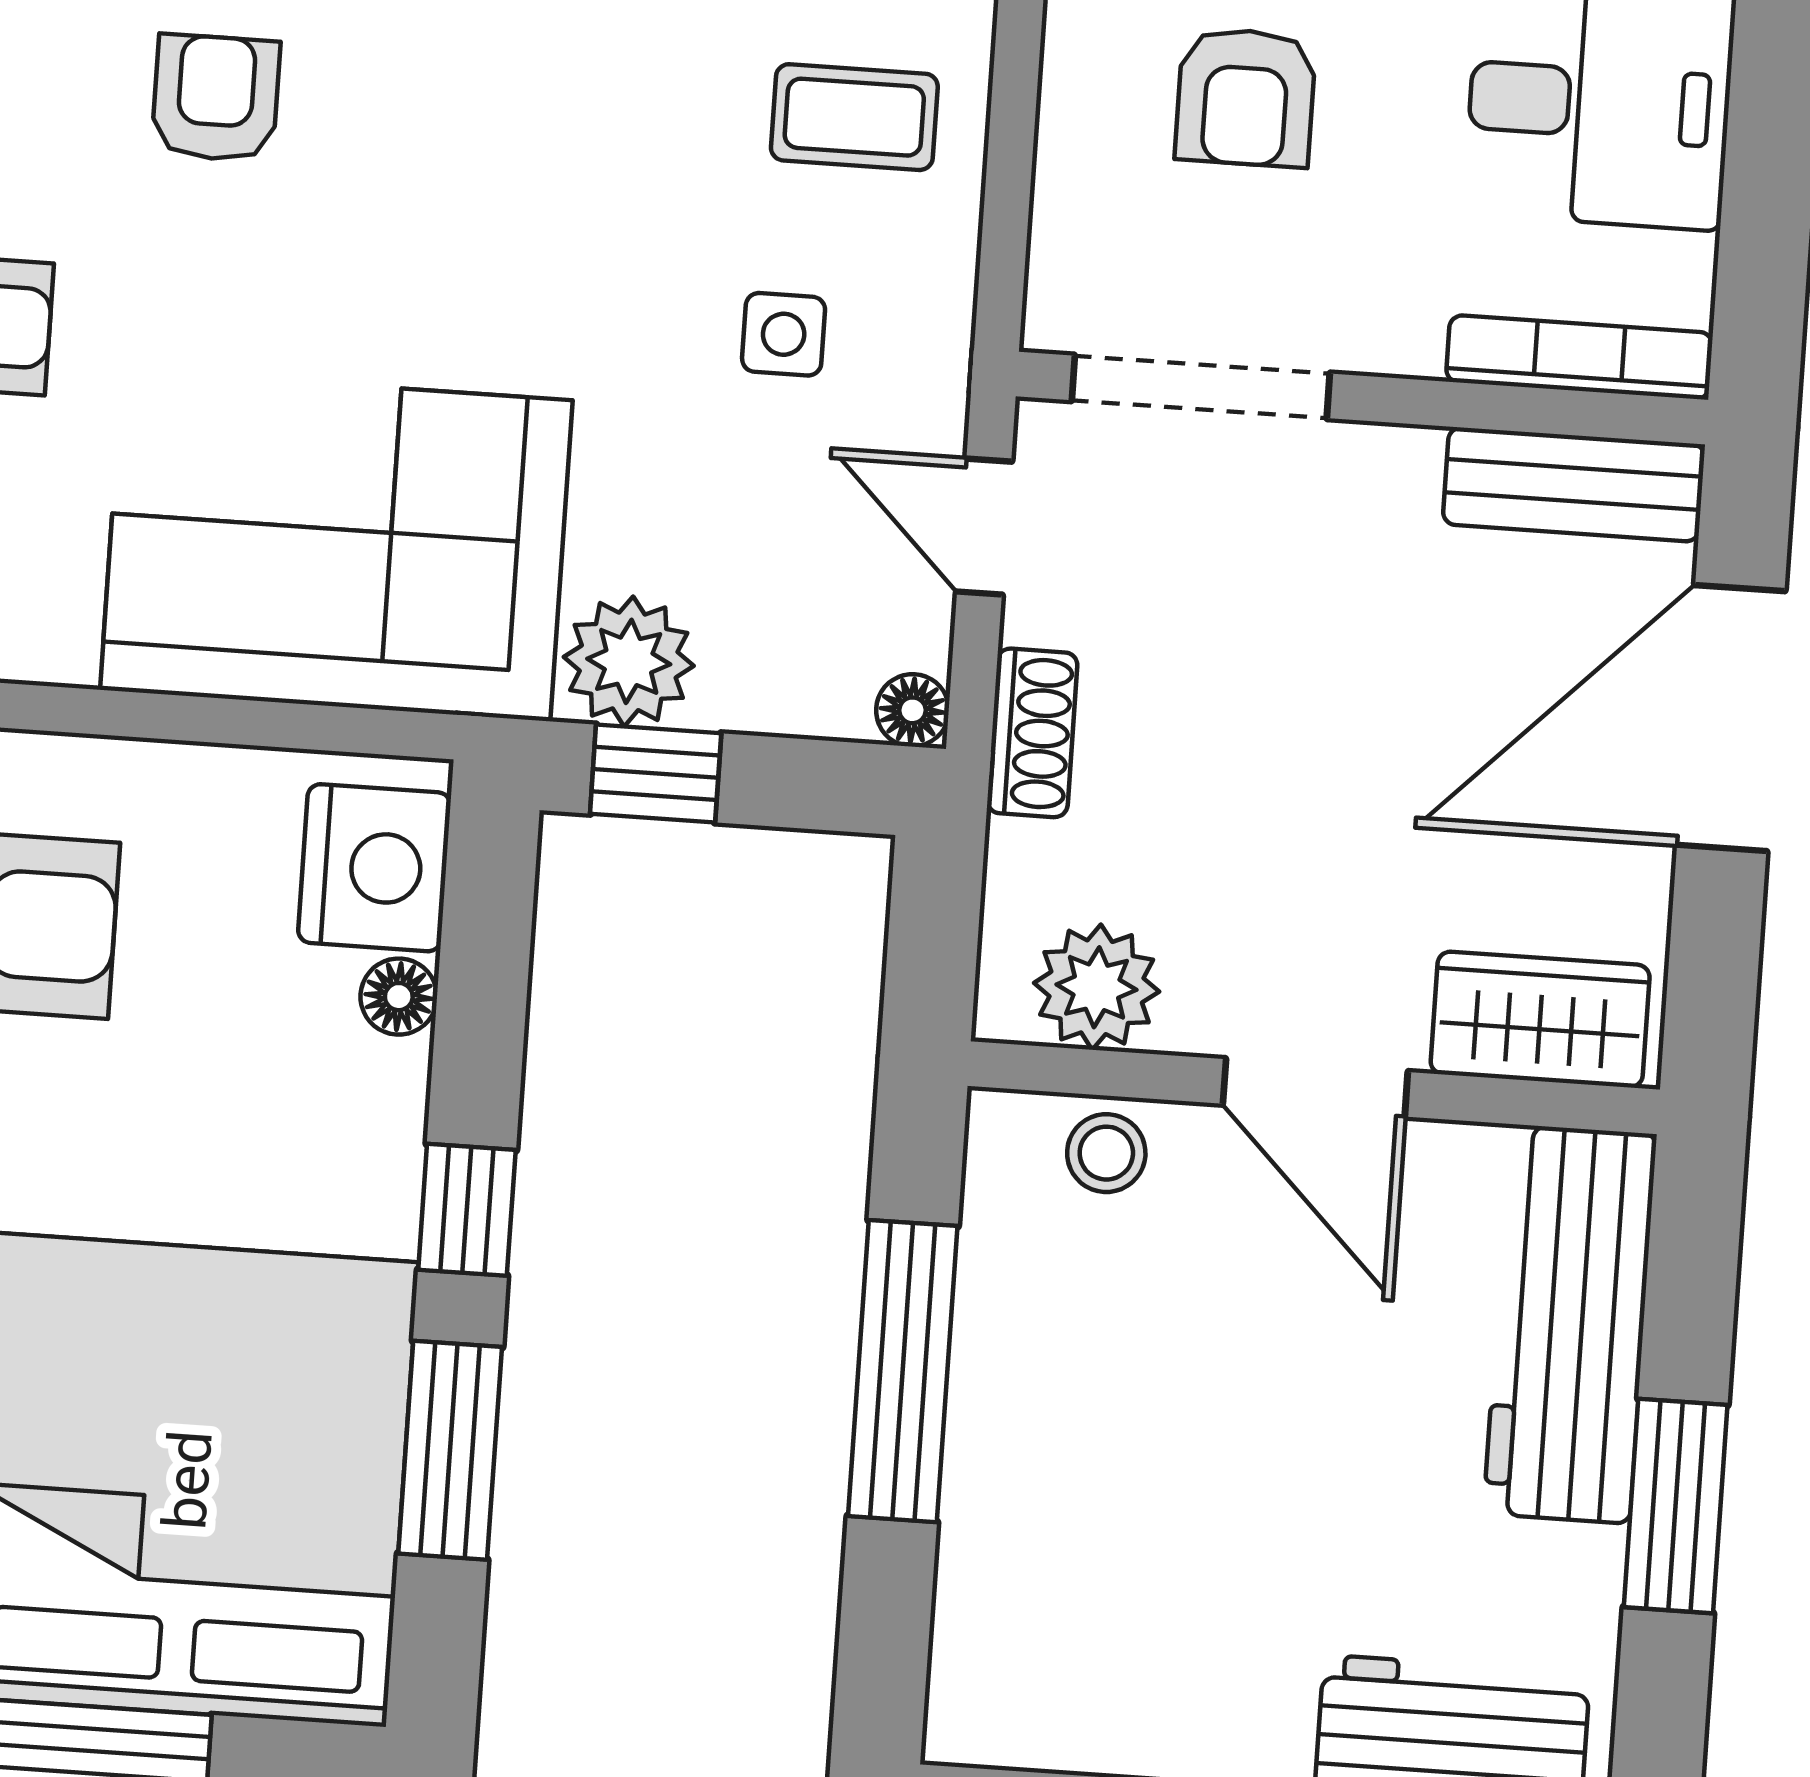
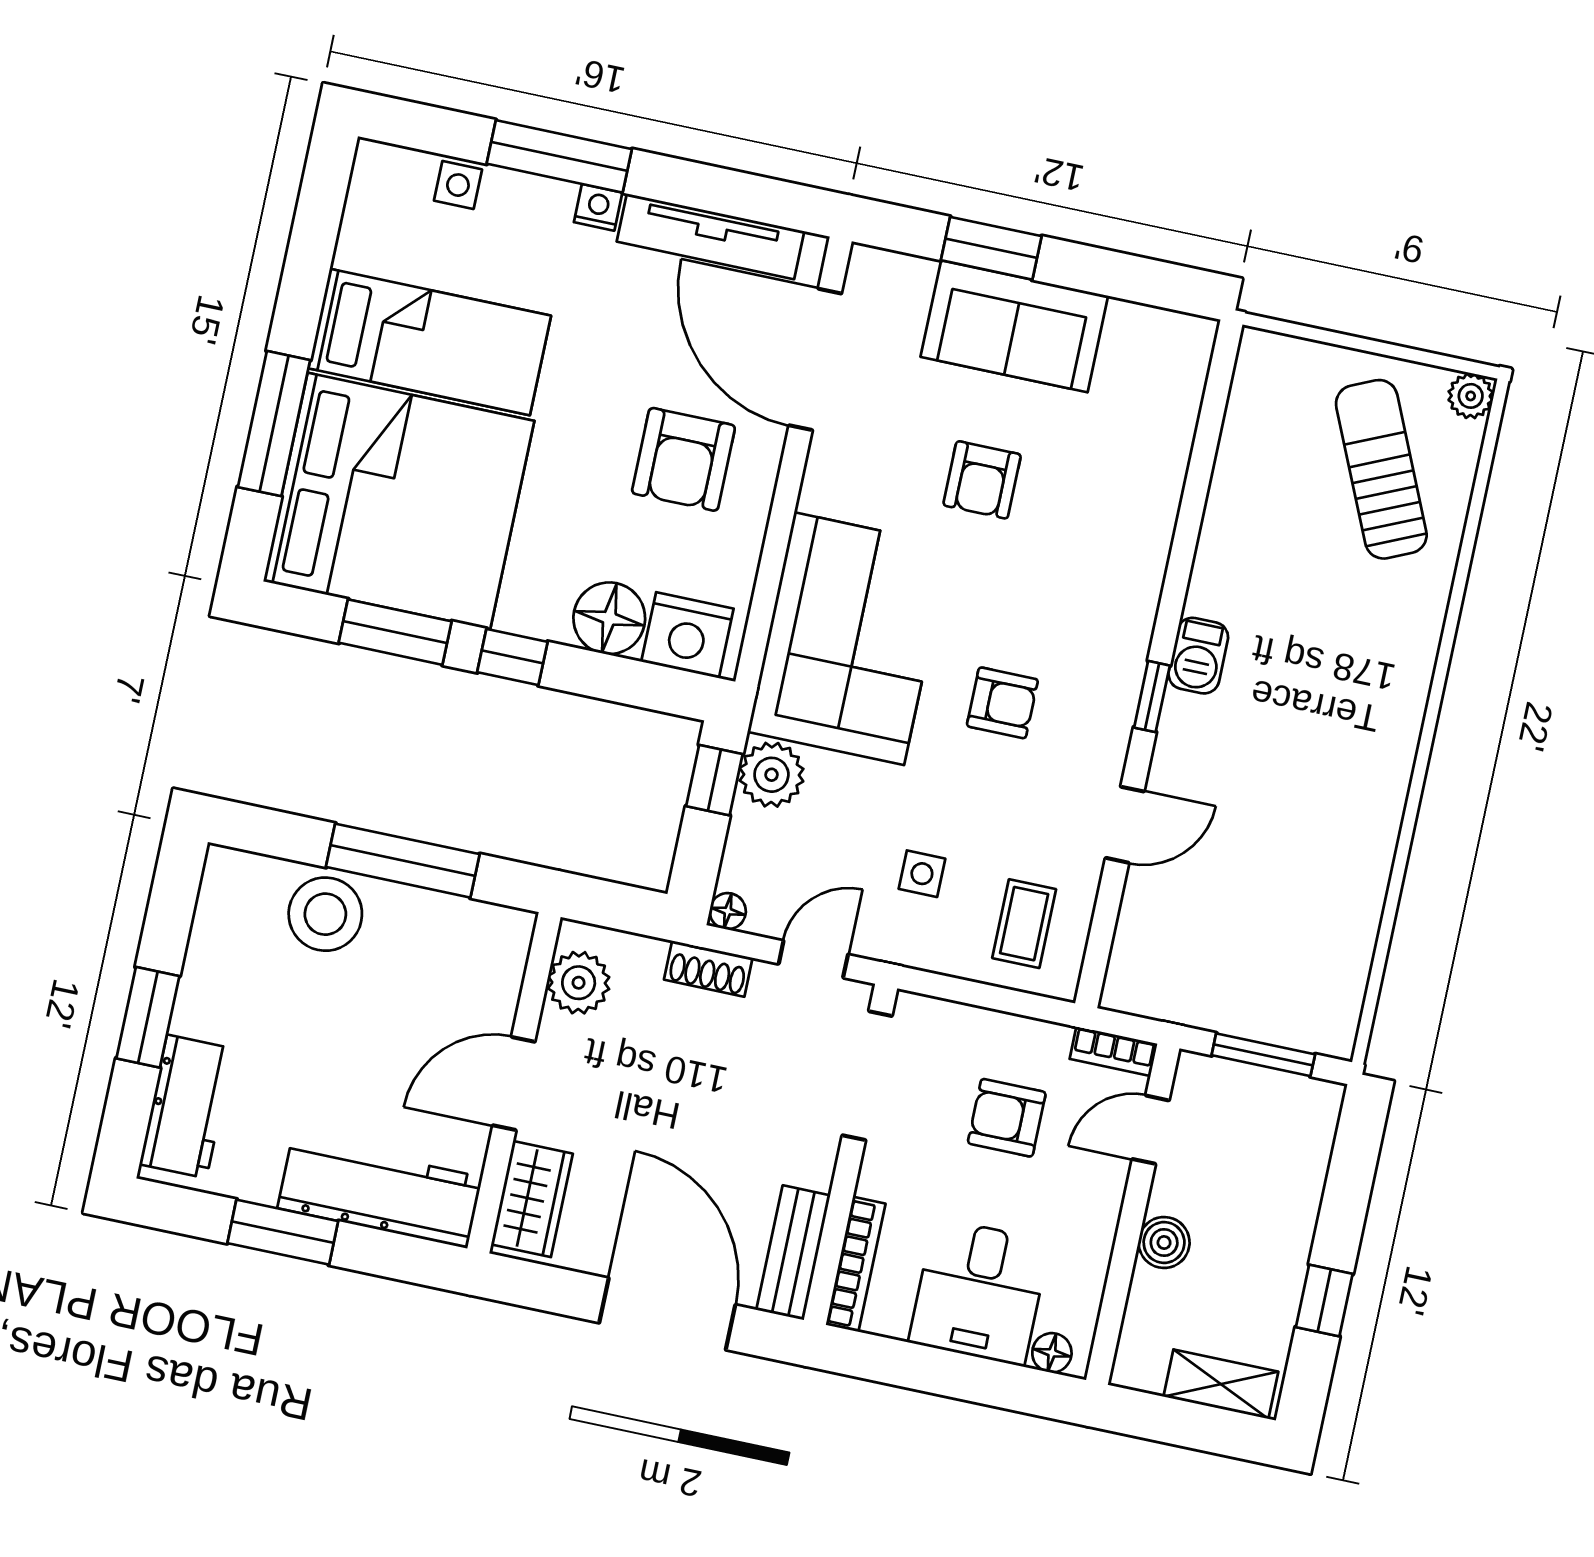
armchair: (216, 98) -> (1002, 703), moved
floor lamp: (399, 997) -> (609, 618), width x1.89, depth x1.89
stool: (1106, 1153) -> (325, 914), moved, width x1.89, depth x1.89

